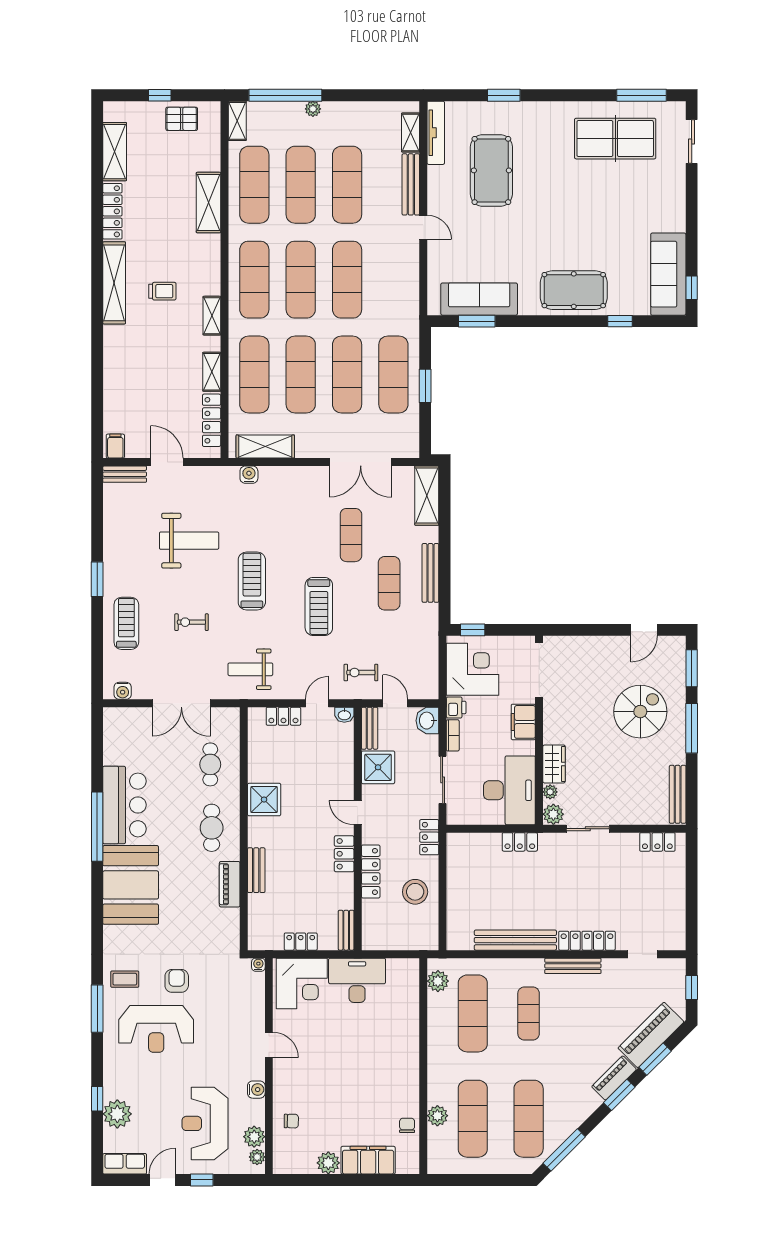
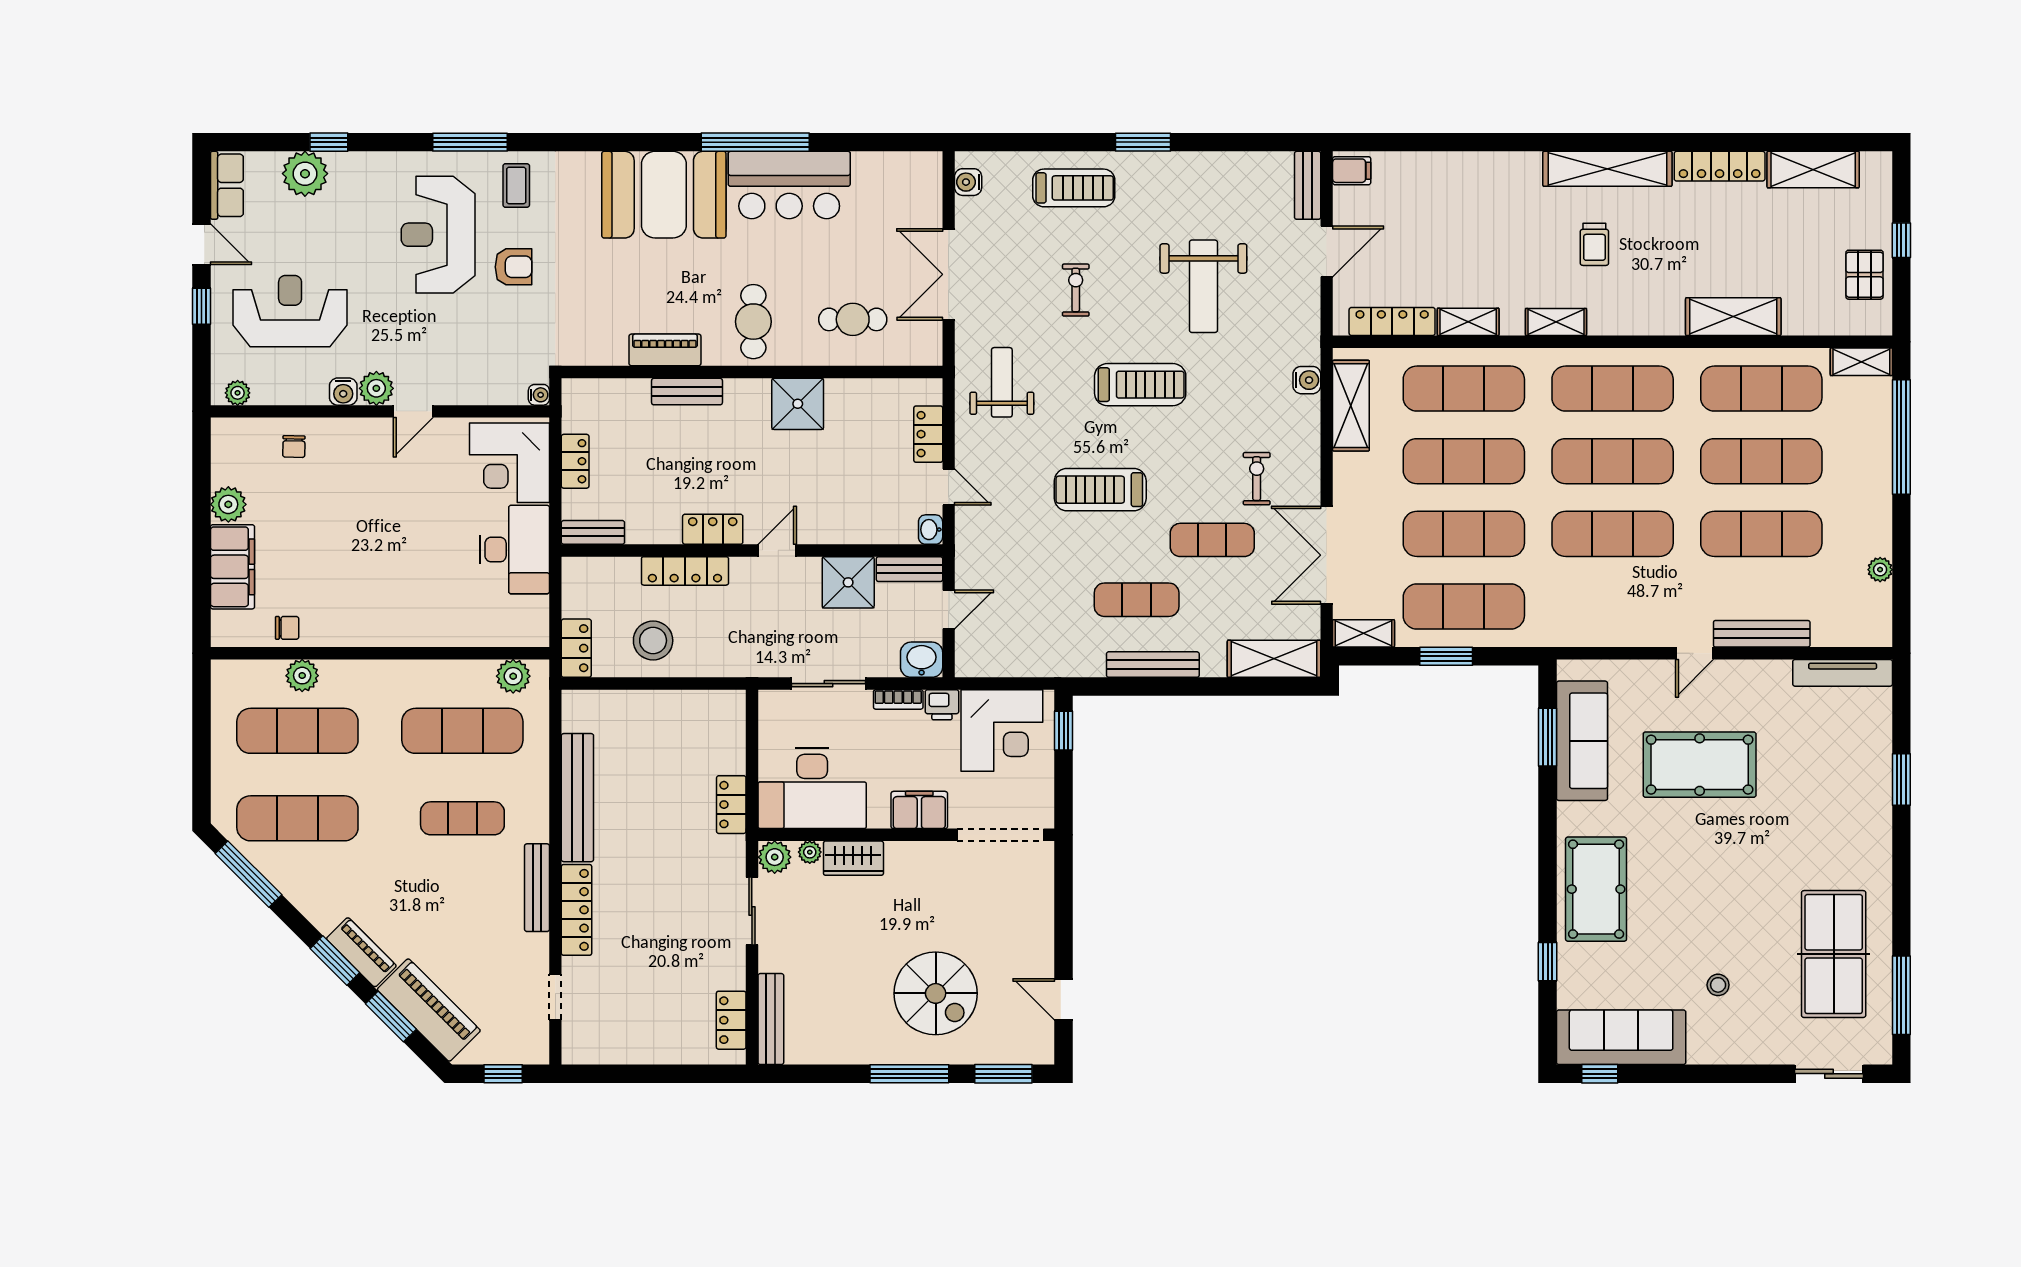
plant: (313, 109) -> (1880, 570), moved
shelving: (411, 132) -> (1364, 633), moved
pool table: (491, 170) -> (1700, 765), moved
stool: (635, 212) -> (1718, 985), added
exercise bike: (361, 673) -> (1257, 479), moved
bench: (678, 794) -> (771, 1019), moved, turned 90
cafe table: (212, 828) -> (753, 322), turned 90
locker: (429, 837) -> (576, 648), moved, turned 90
plant: (254, 1137) -> (376, 388), moved

